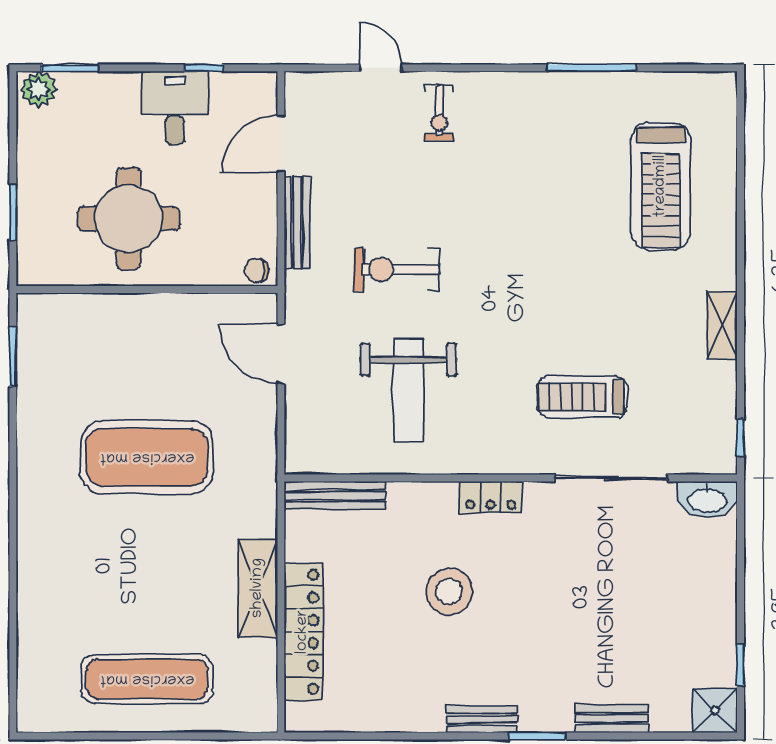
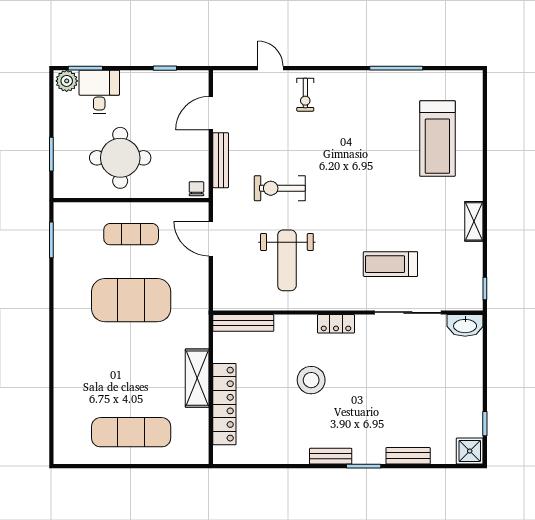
desk: (175, 108) -> (99, 92), moved
chair: (256, 270) -> (196, 189), turned 90
exercise mat: (147, 347) -> (131, 234), added

